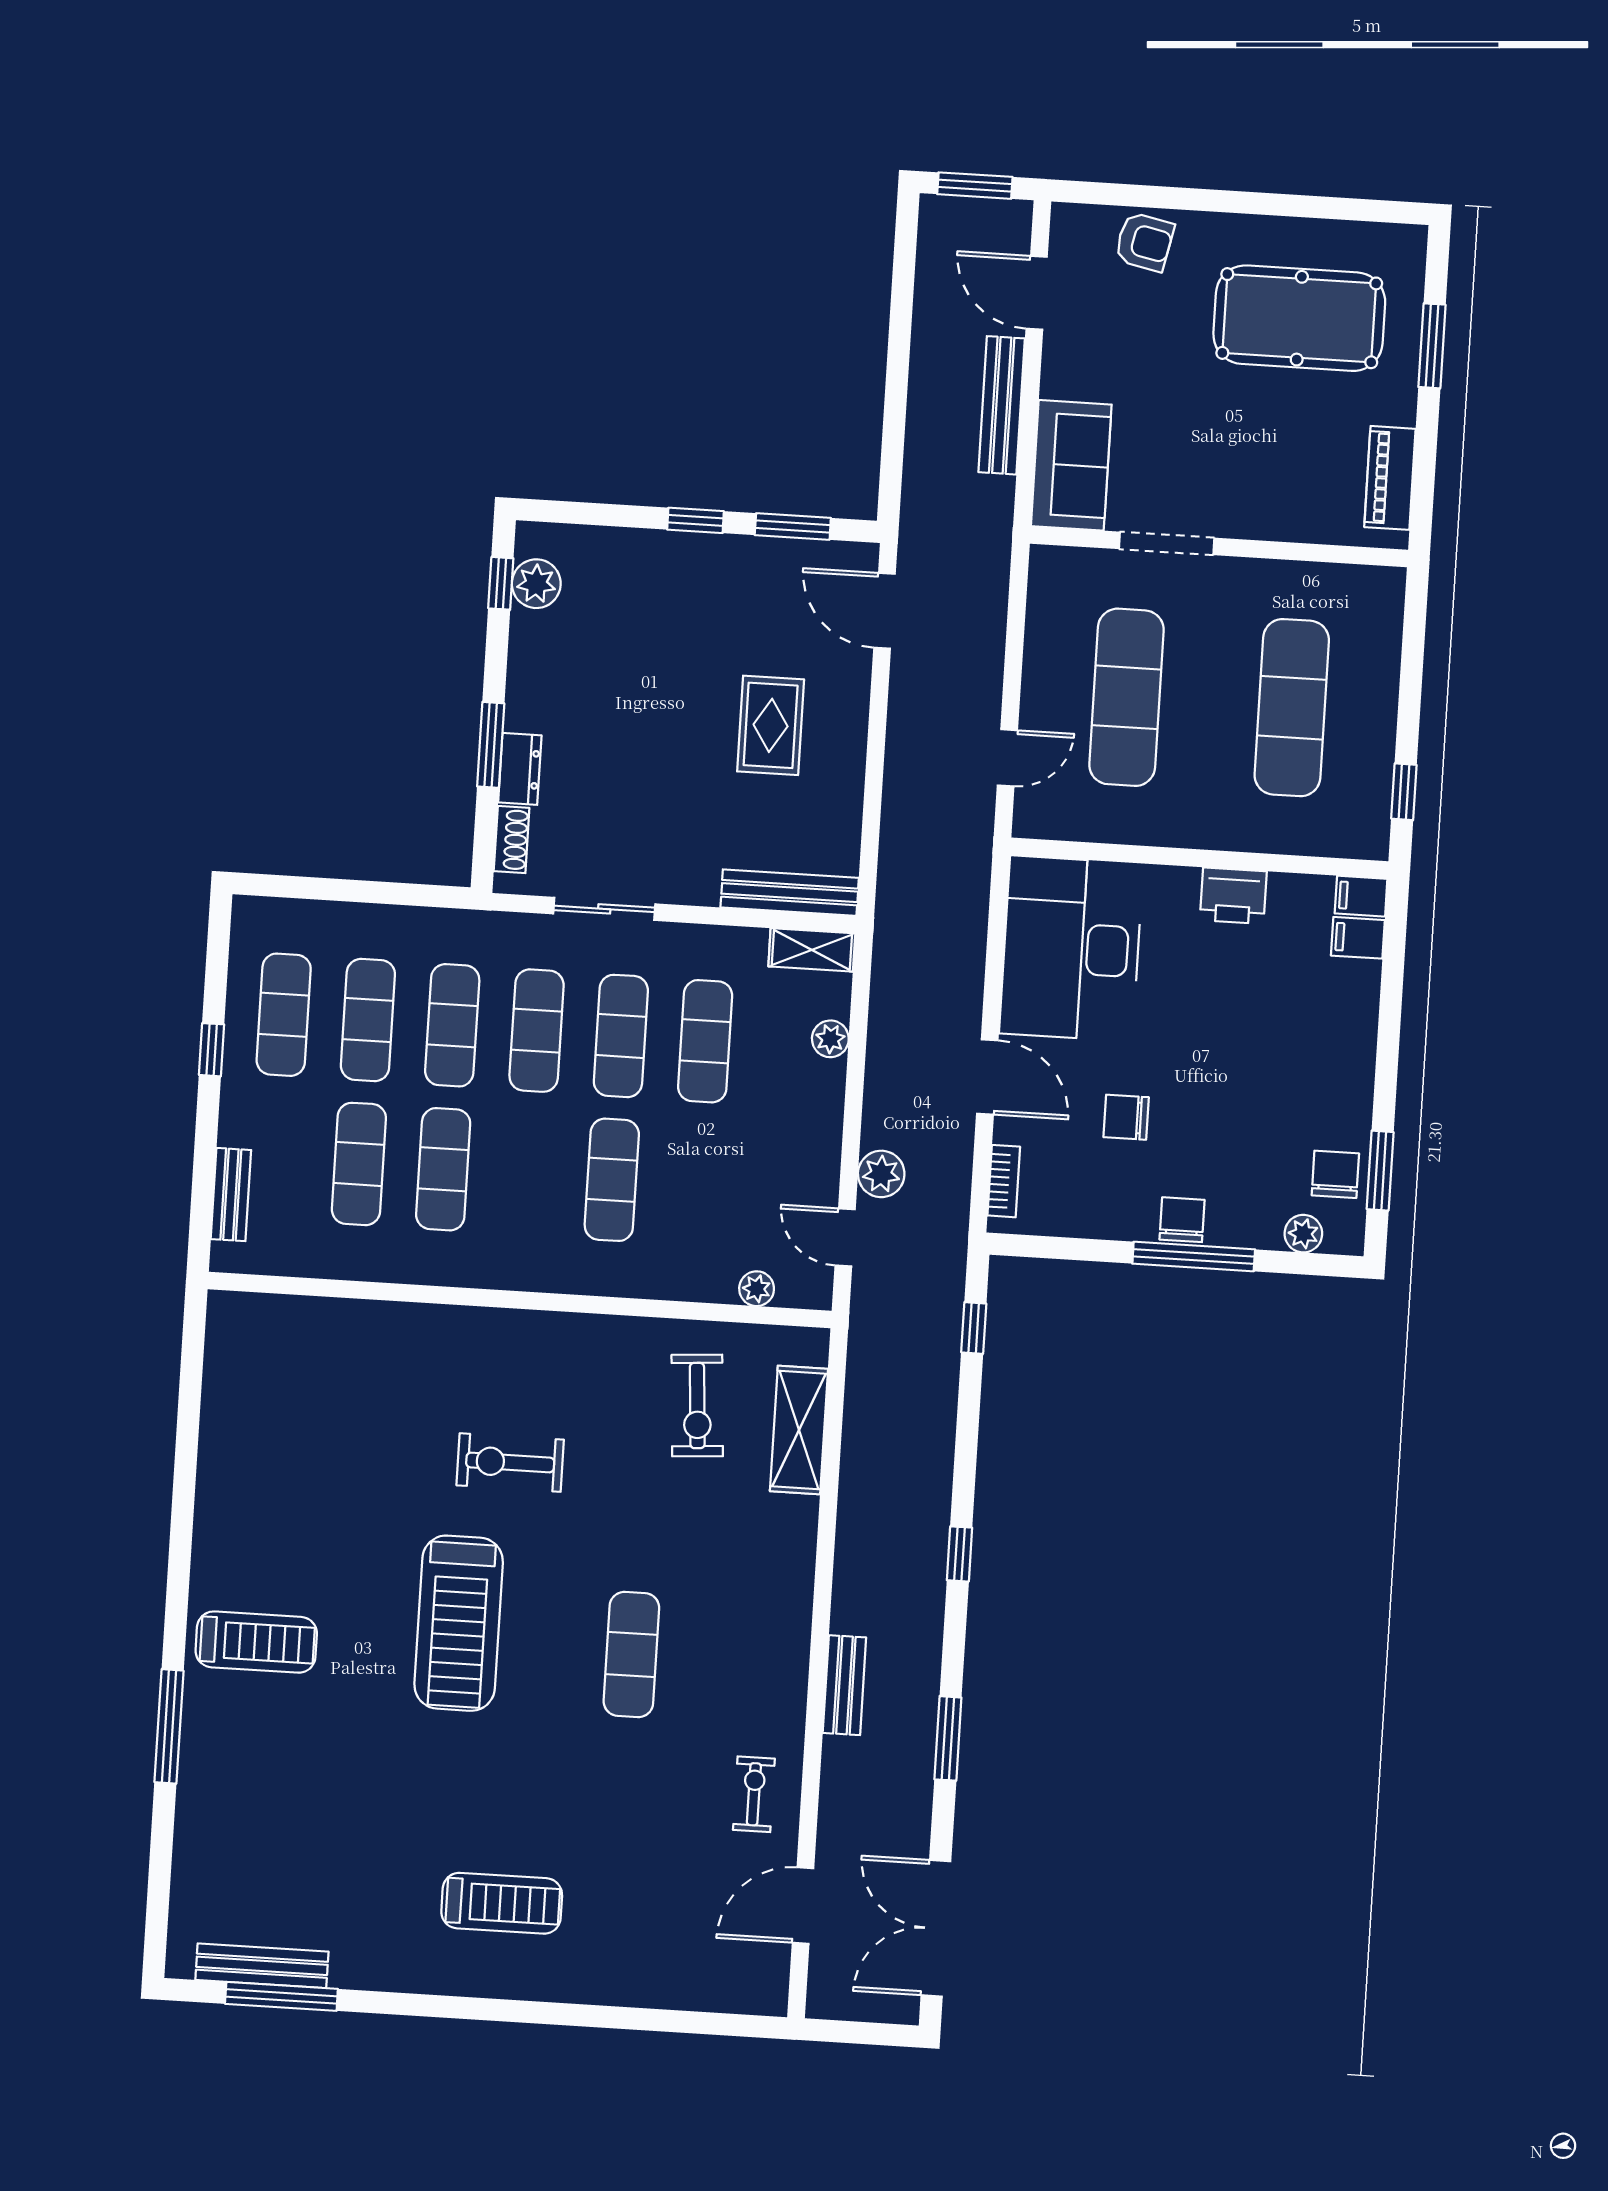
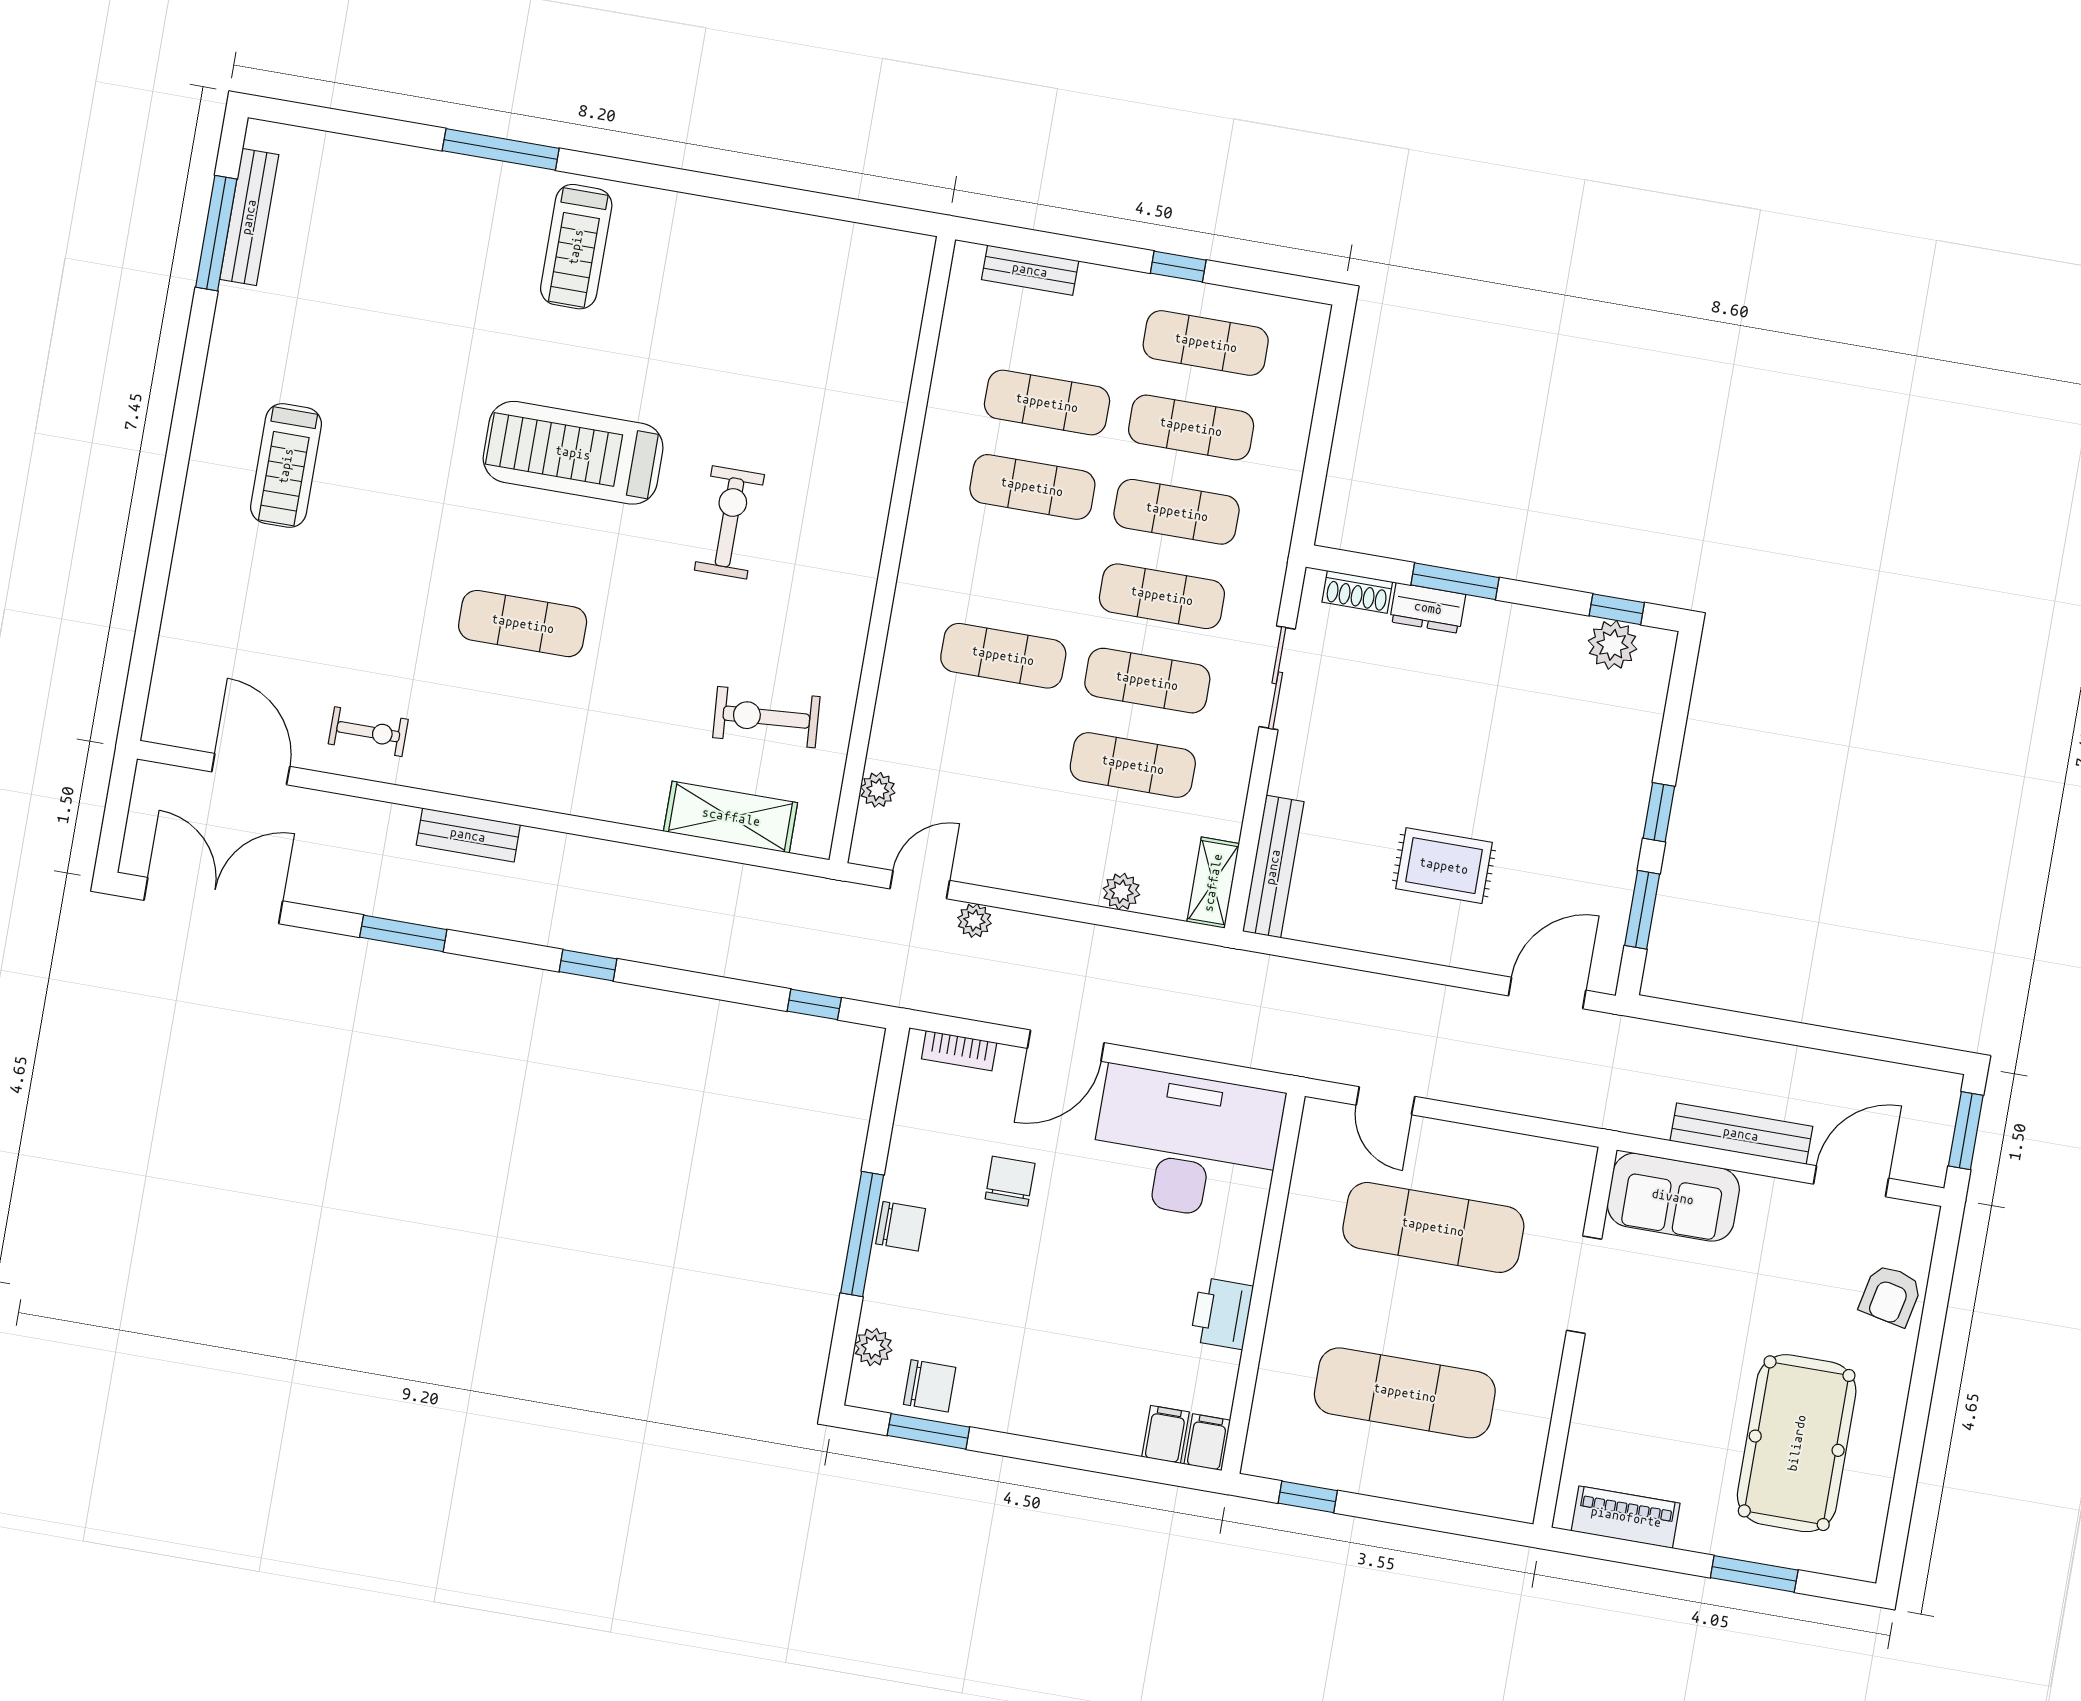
plant: (881, 1174) -> (974, 921), width x0.73, depth x0.73

